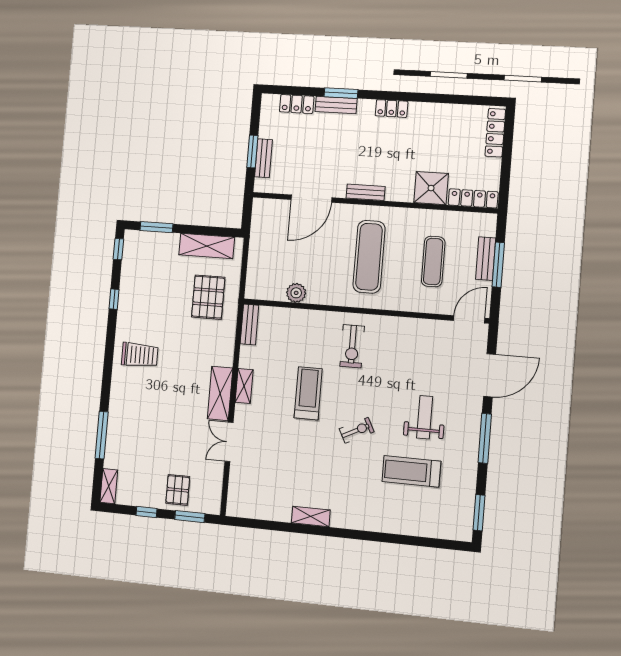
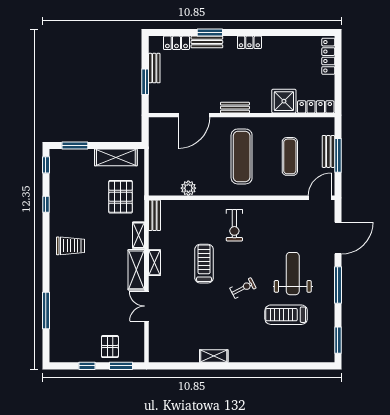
bench: (263, 158) -> (154, 68), moved
weight bench: (425, 417) -> (293, 274), width x1.36, depth x1.33
shelving: (109, 486) -> (139, 235), moved

